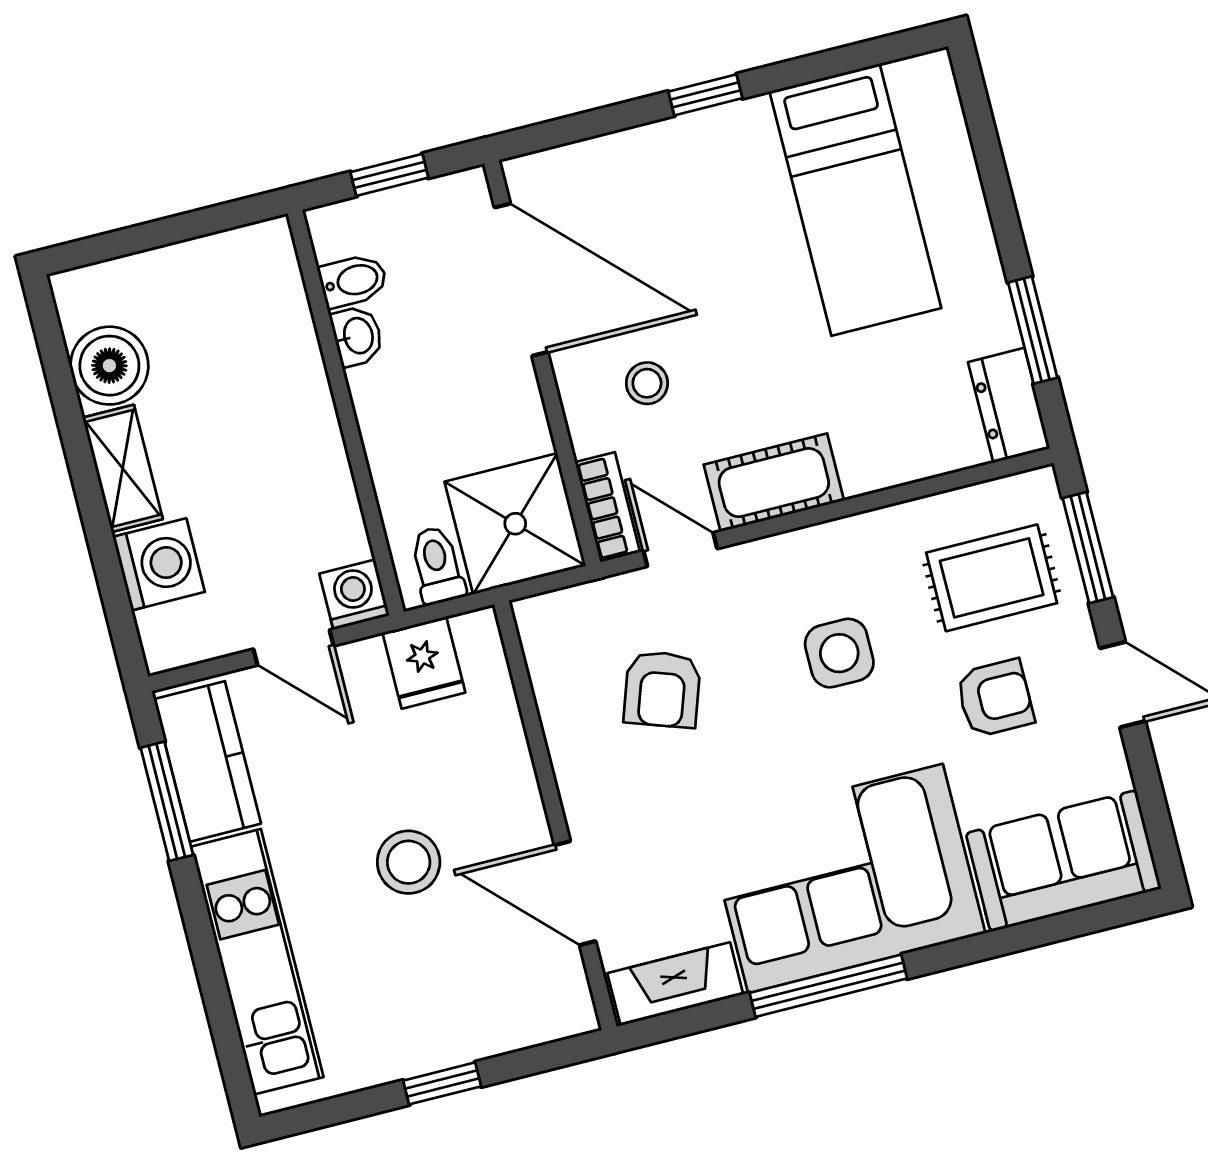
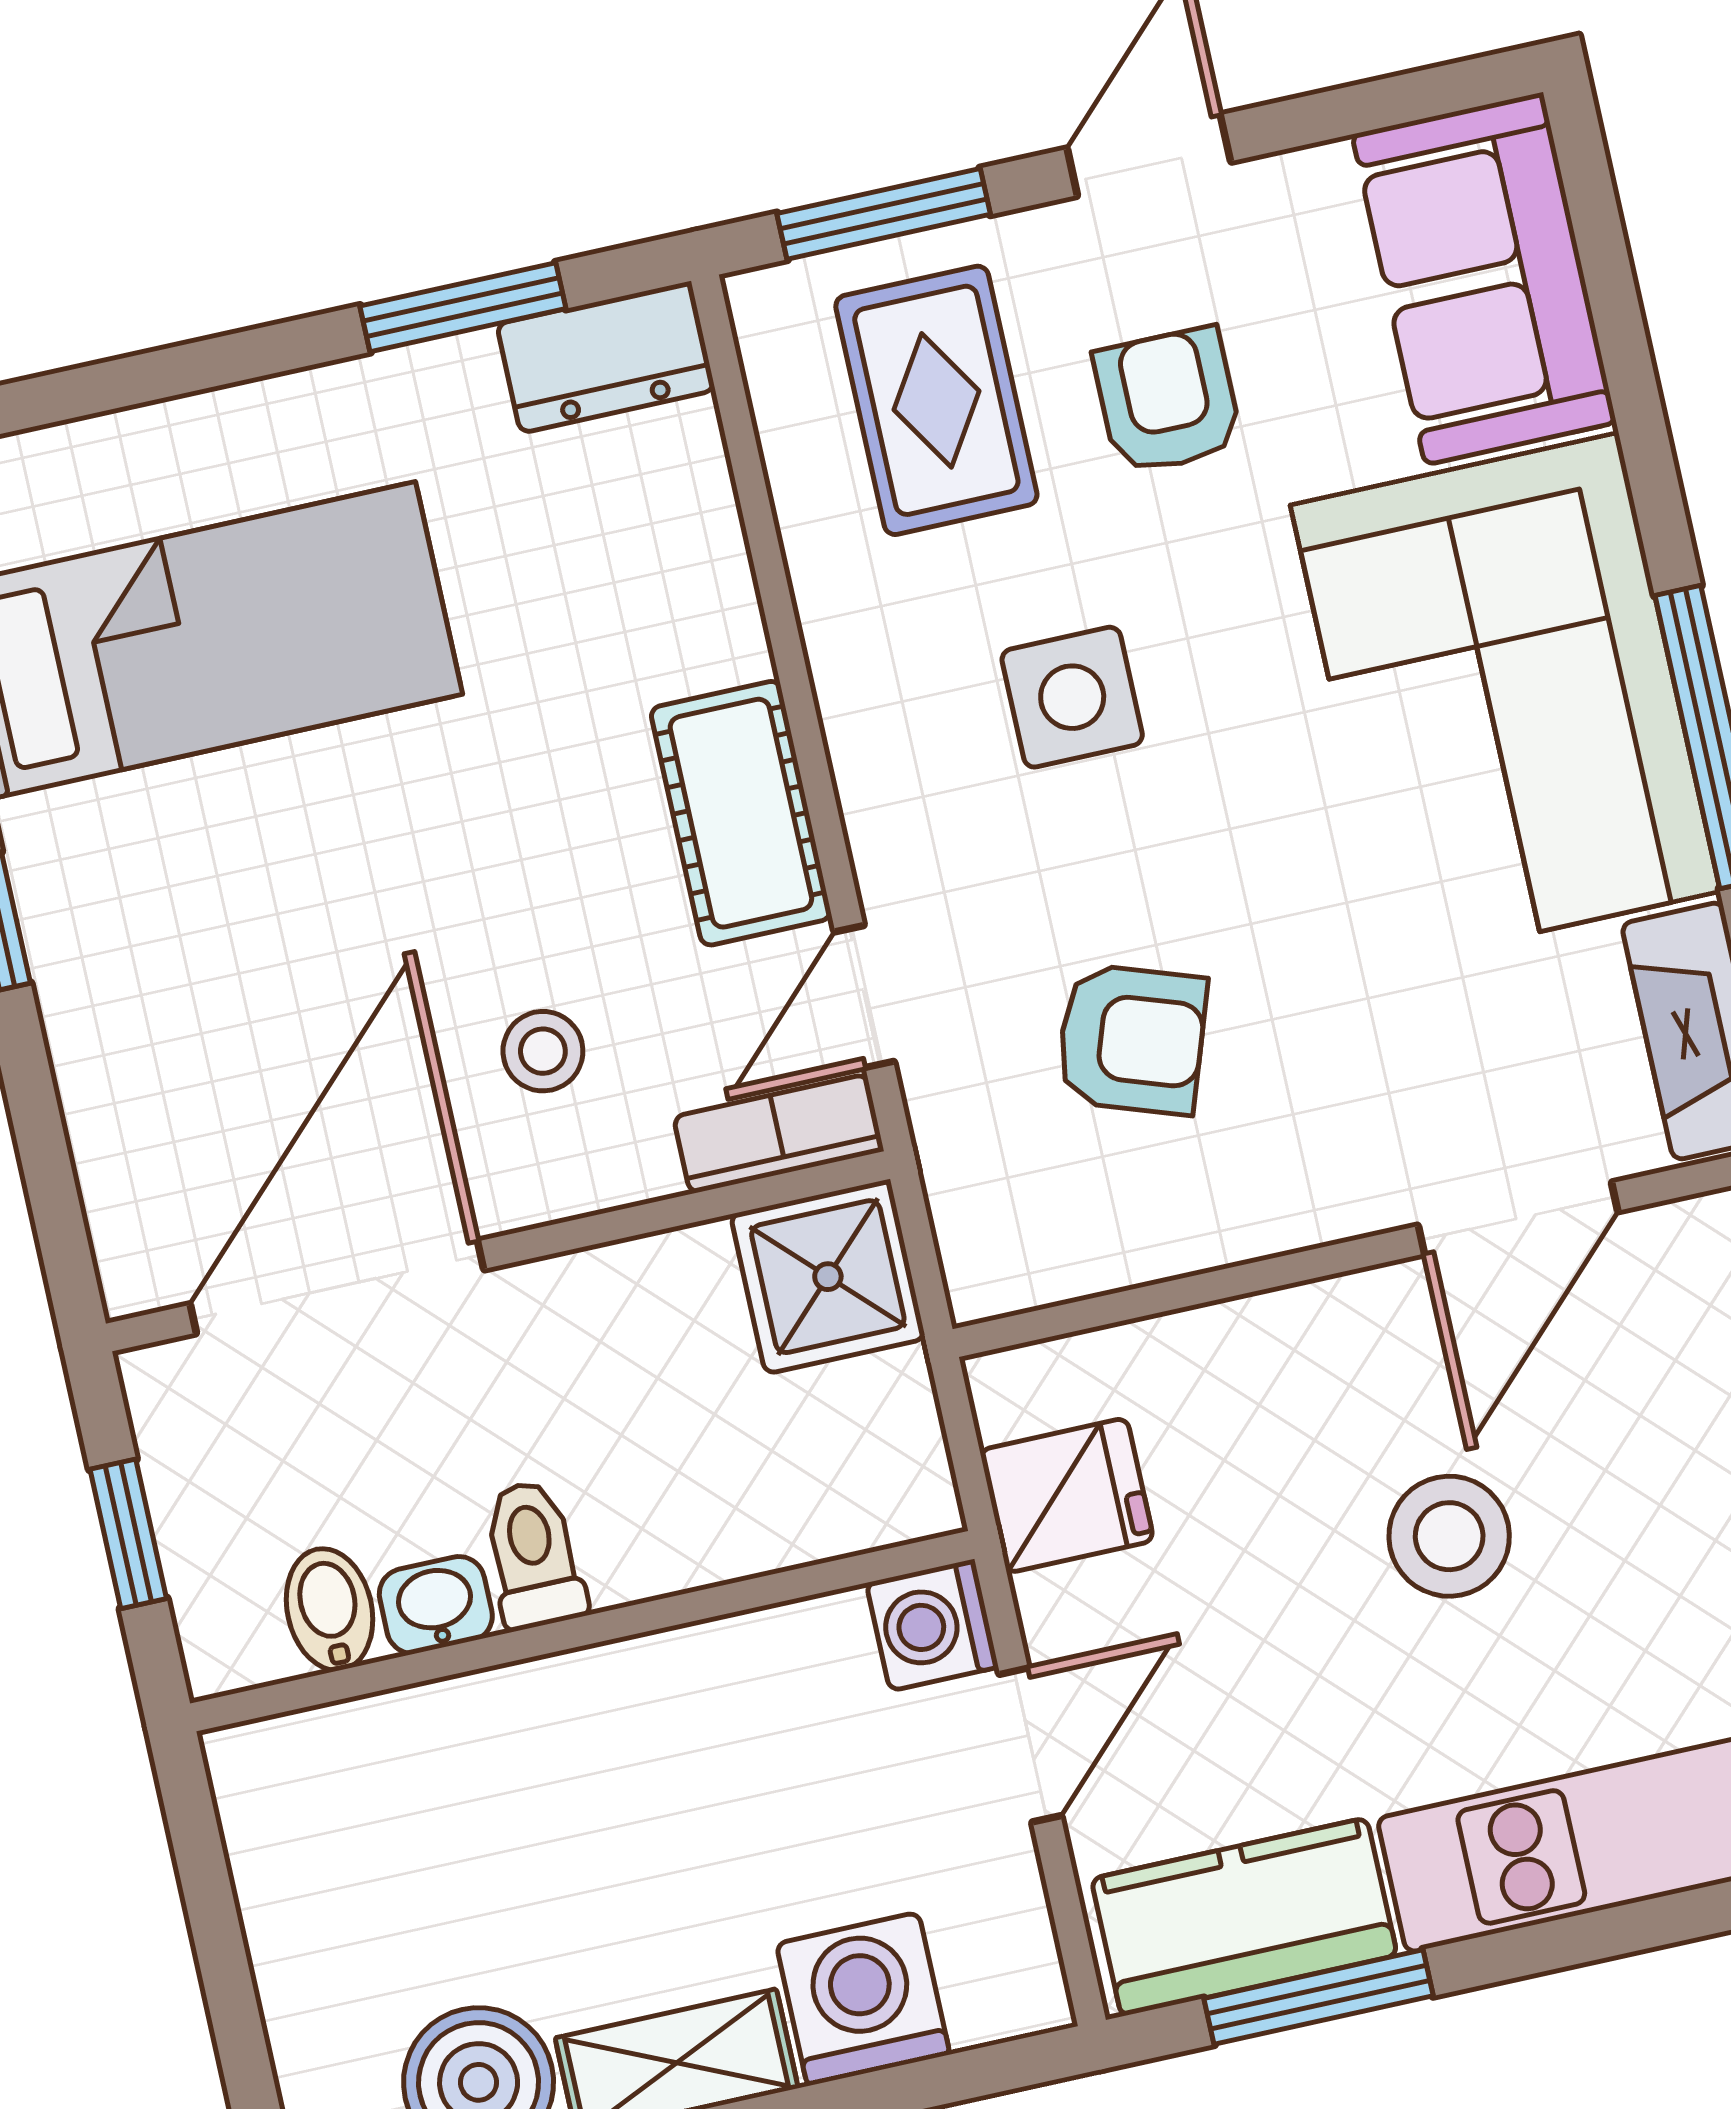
shower: (515, 524) -> (828, 1277), width x0.73, depth x0.73
toilet: (437, 565) -> (534, 1555), moved, turned 90

